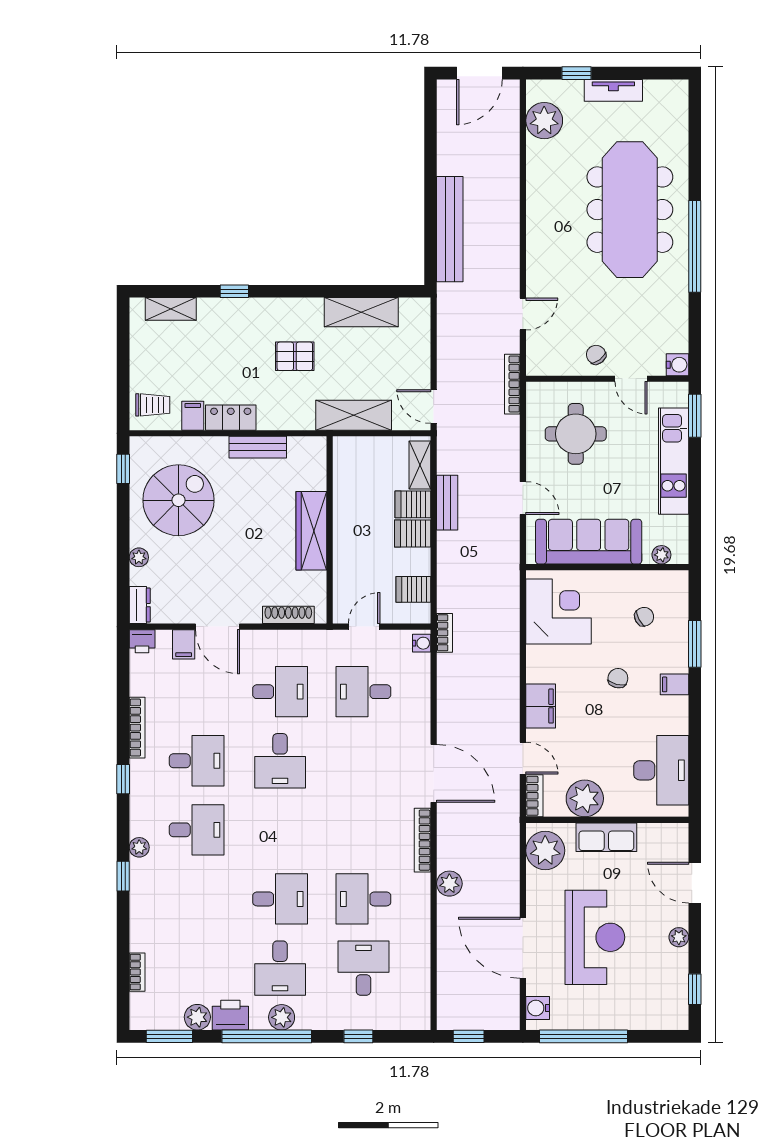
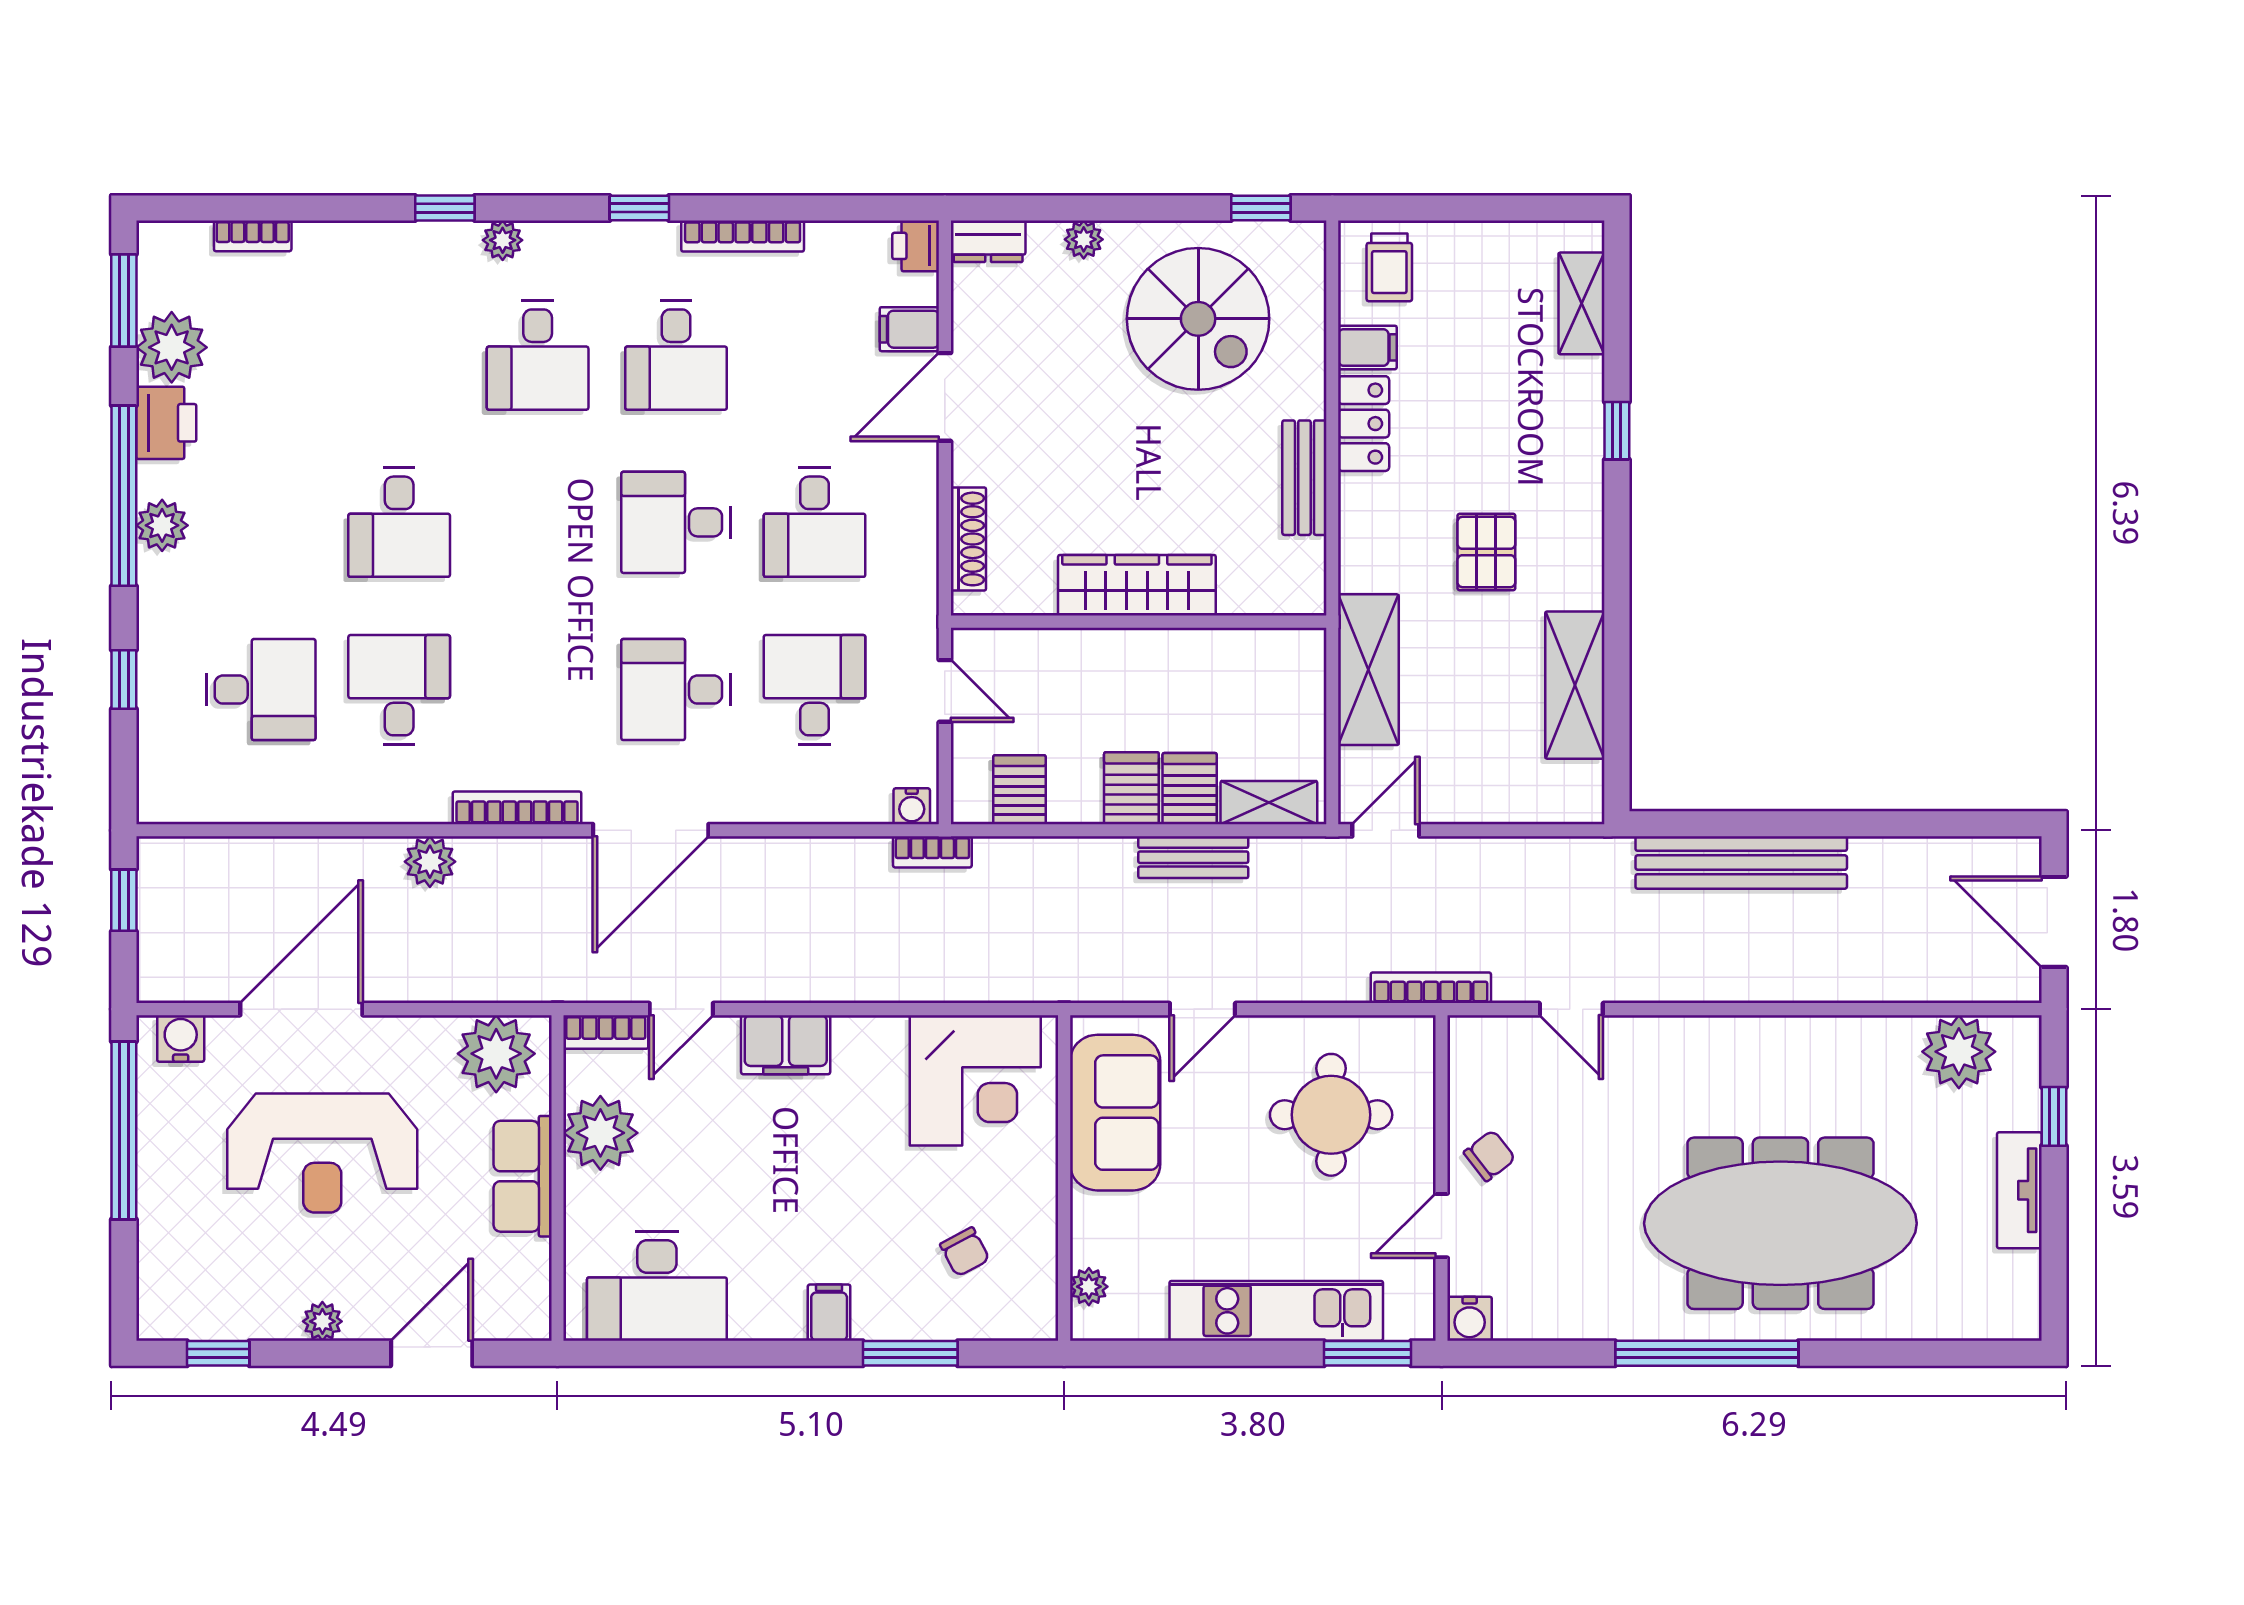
sofa: (589, 542) -> (1115, 1113), width x0.73
chair: (618, 678) -> (841, 1199), removed
desk: (280, 968) -> (676, 690), moved
plant: (197, 1017) -> (172, 347), width x1.36, depth x1.36

